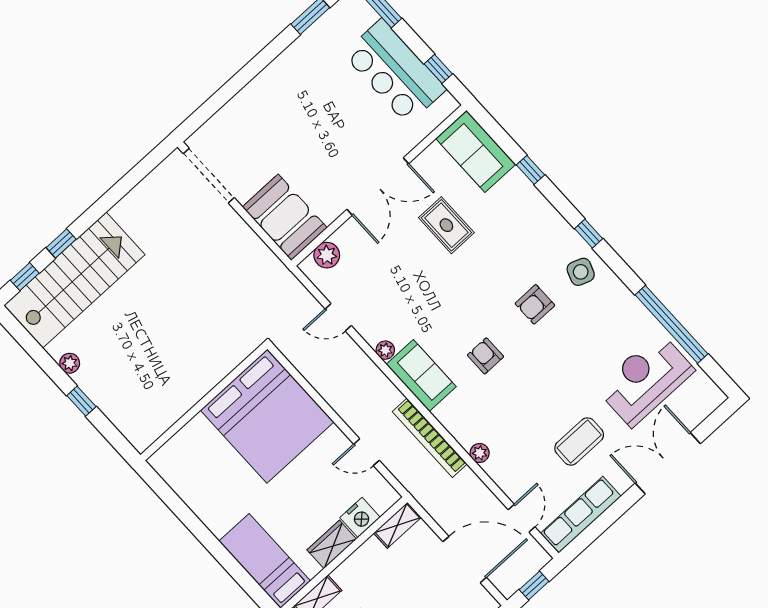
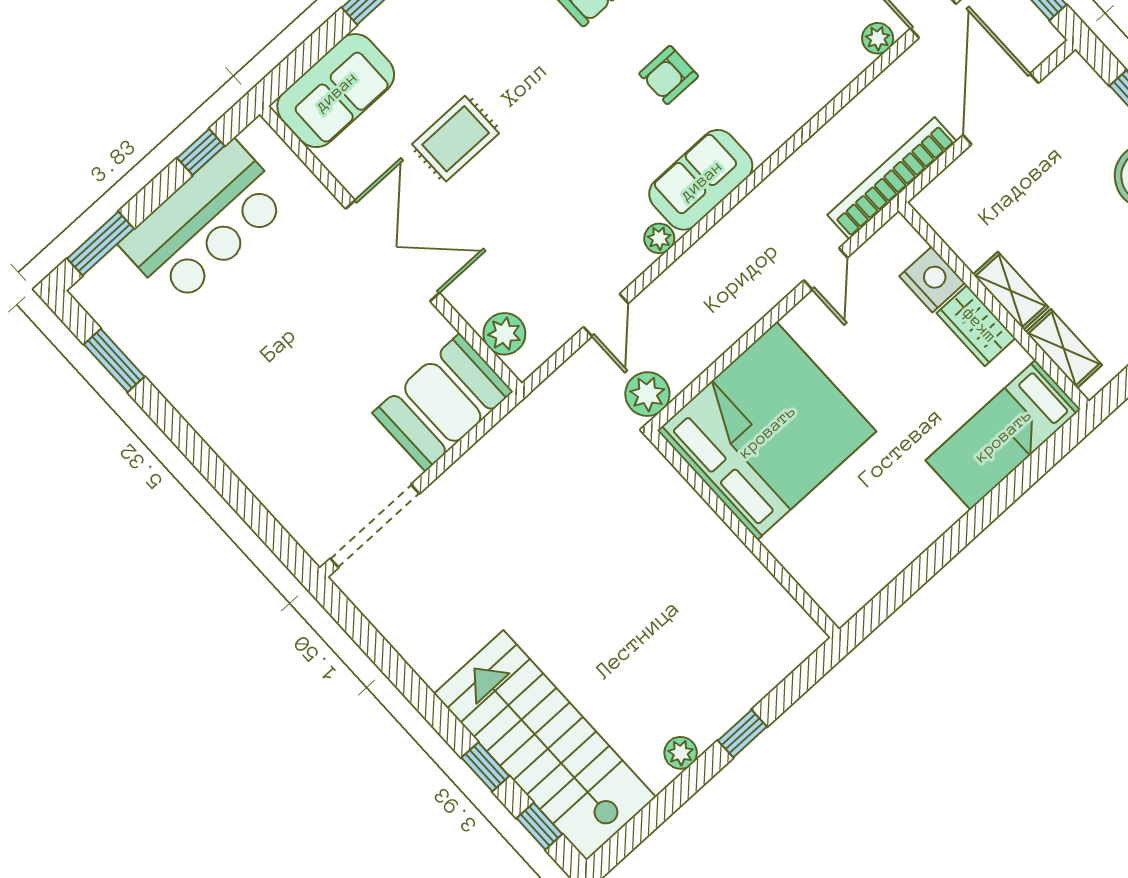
plant: (290, 343) -> (647, 394), added
bookcase: (430, 438) -> (892, 178), moved, turned 180
plant: (480, 453) -> (878, 38), moved
shelving: (397, 525) -> (1011, 291), moved

